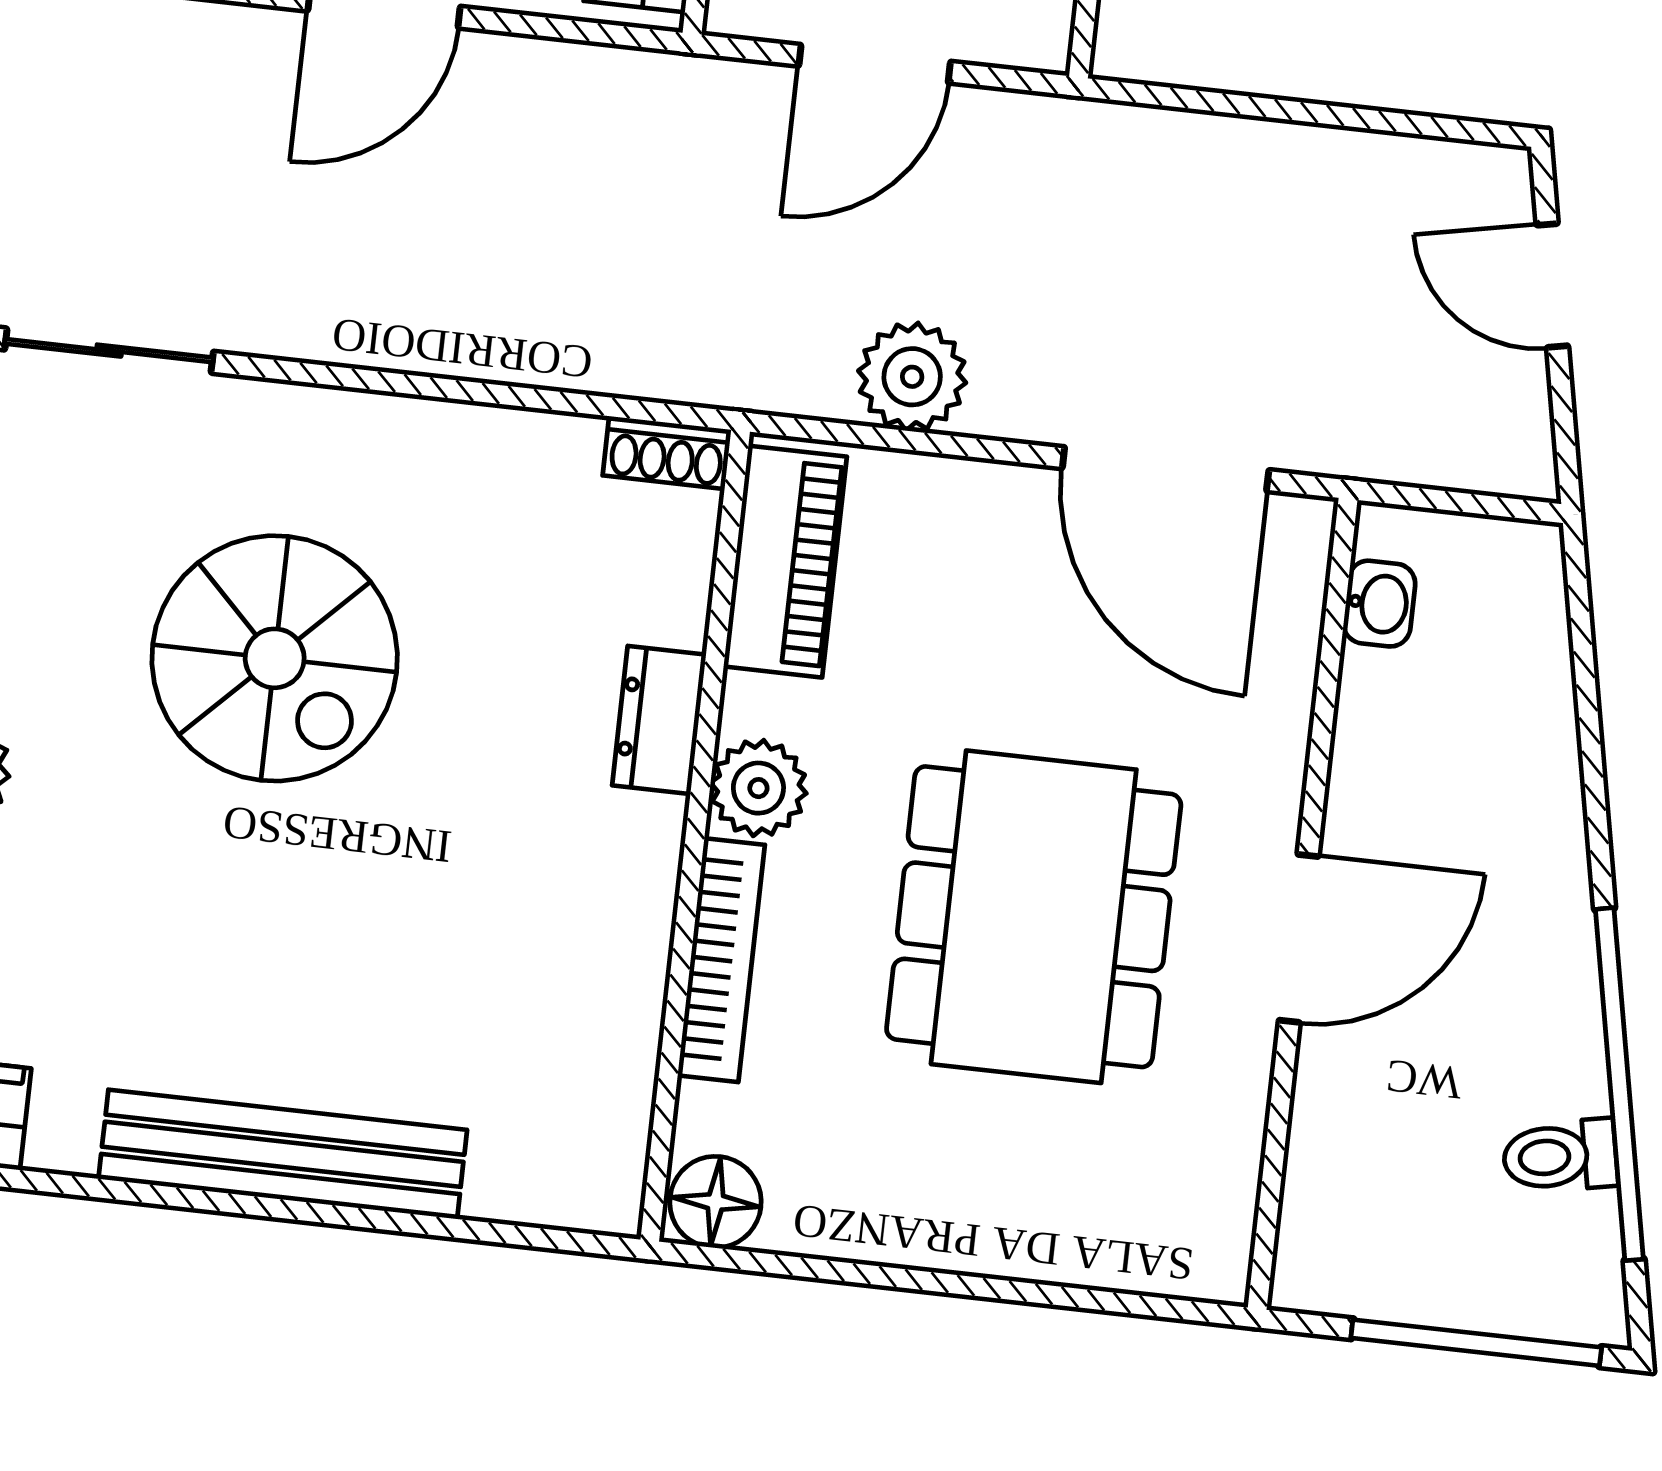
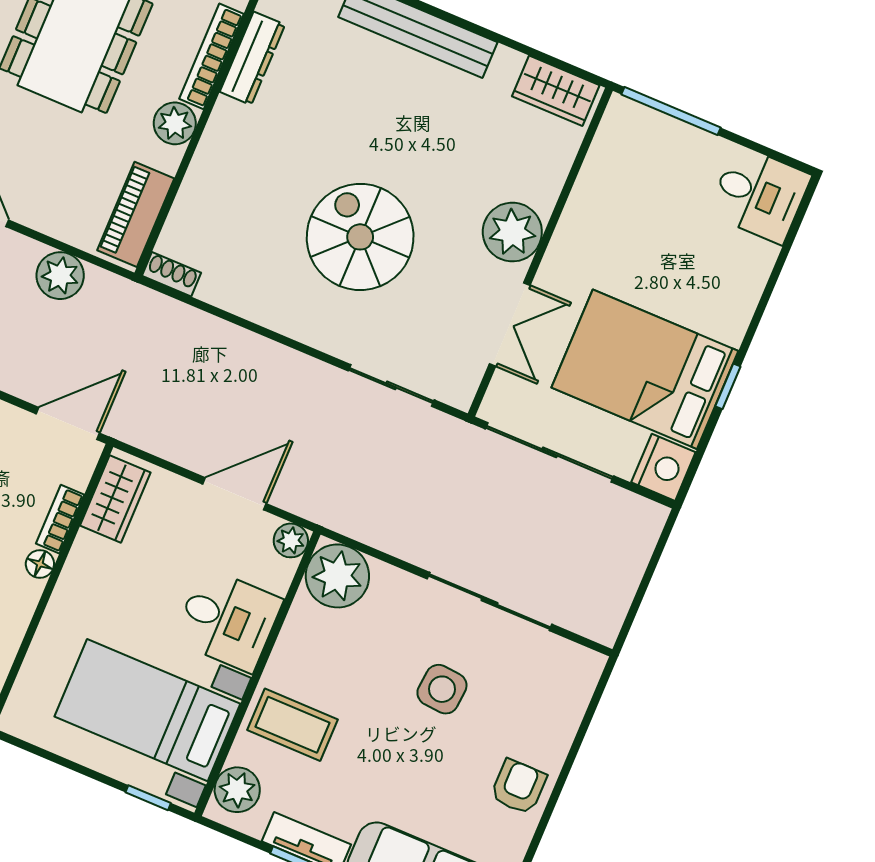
door: (875, 64) -> (68, 423), moved
dresser: (659, 720) -> (252, 58), moved, width x1.44

